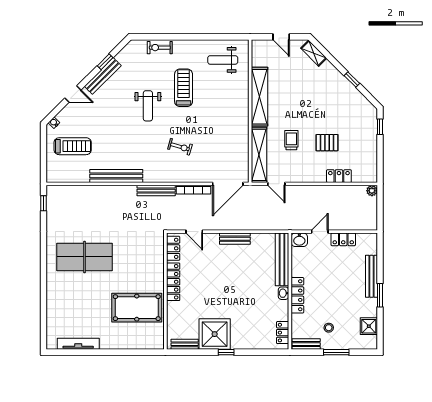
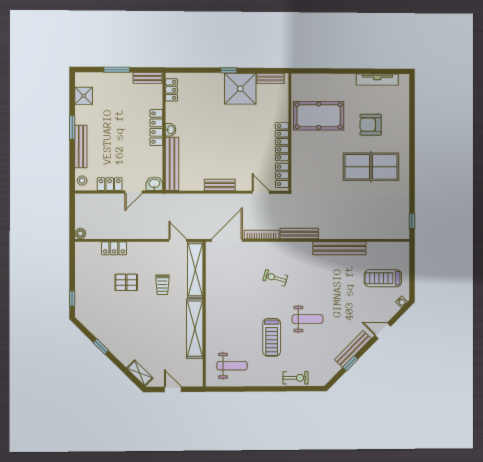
weight bench: (148, 106) -> (308, 319), turned 90
armchair: (85, 299) -> (371, 125), added
stool: (329, 328) -> (82, 181), moved

